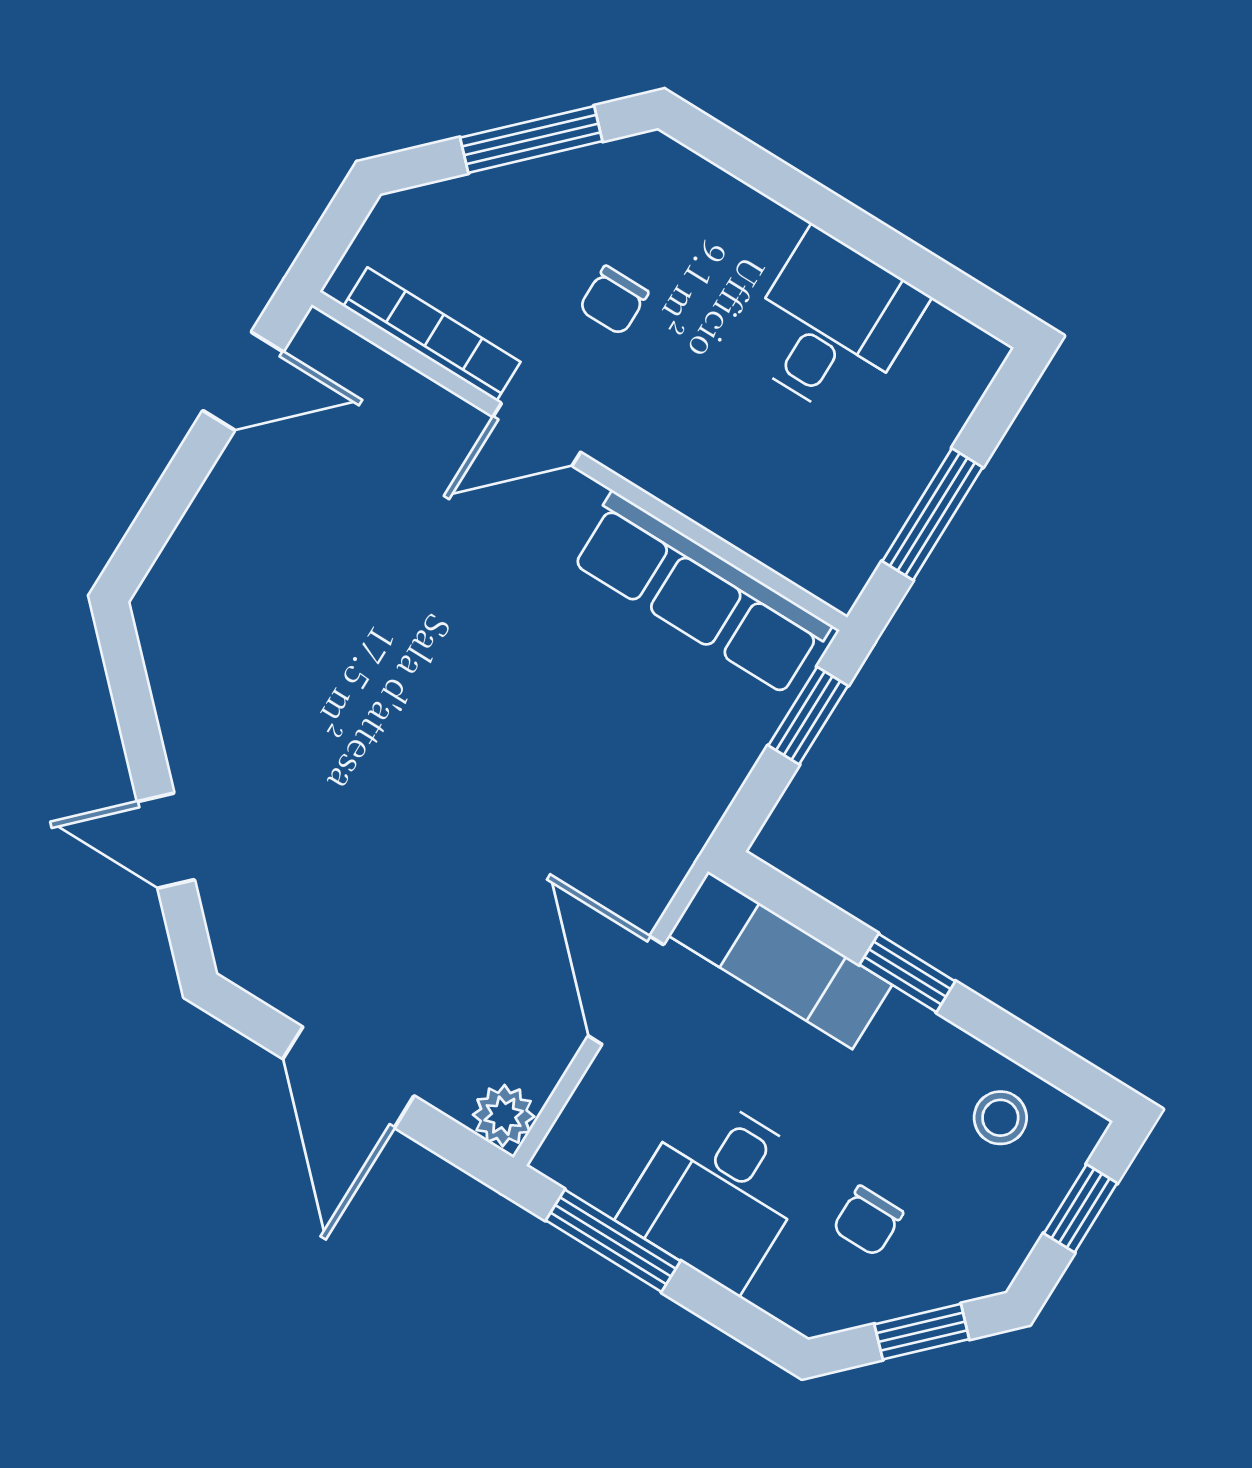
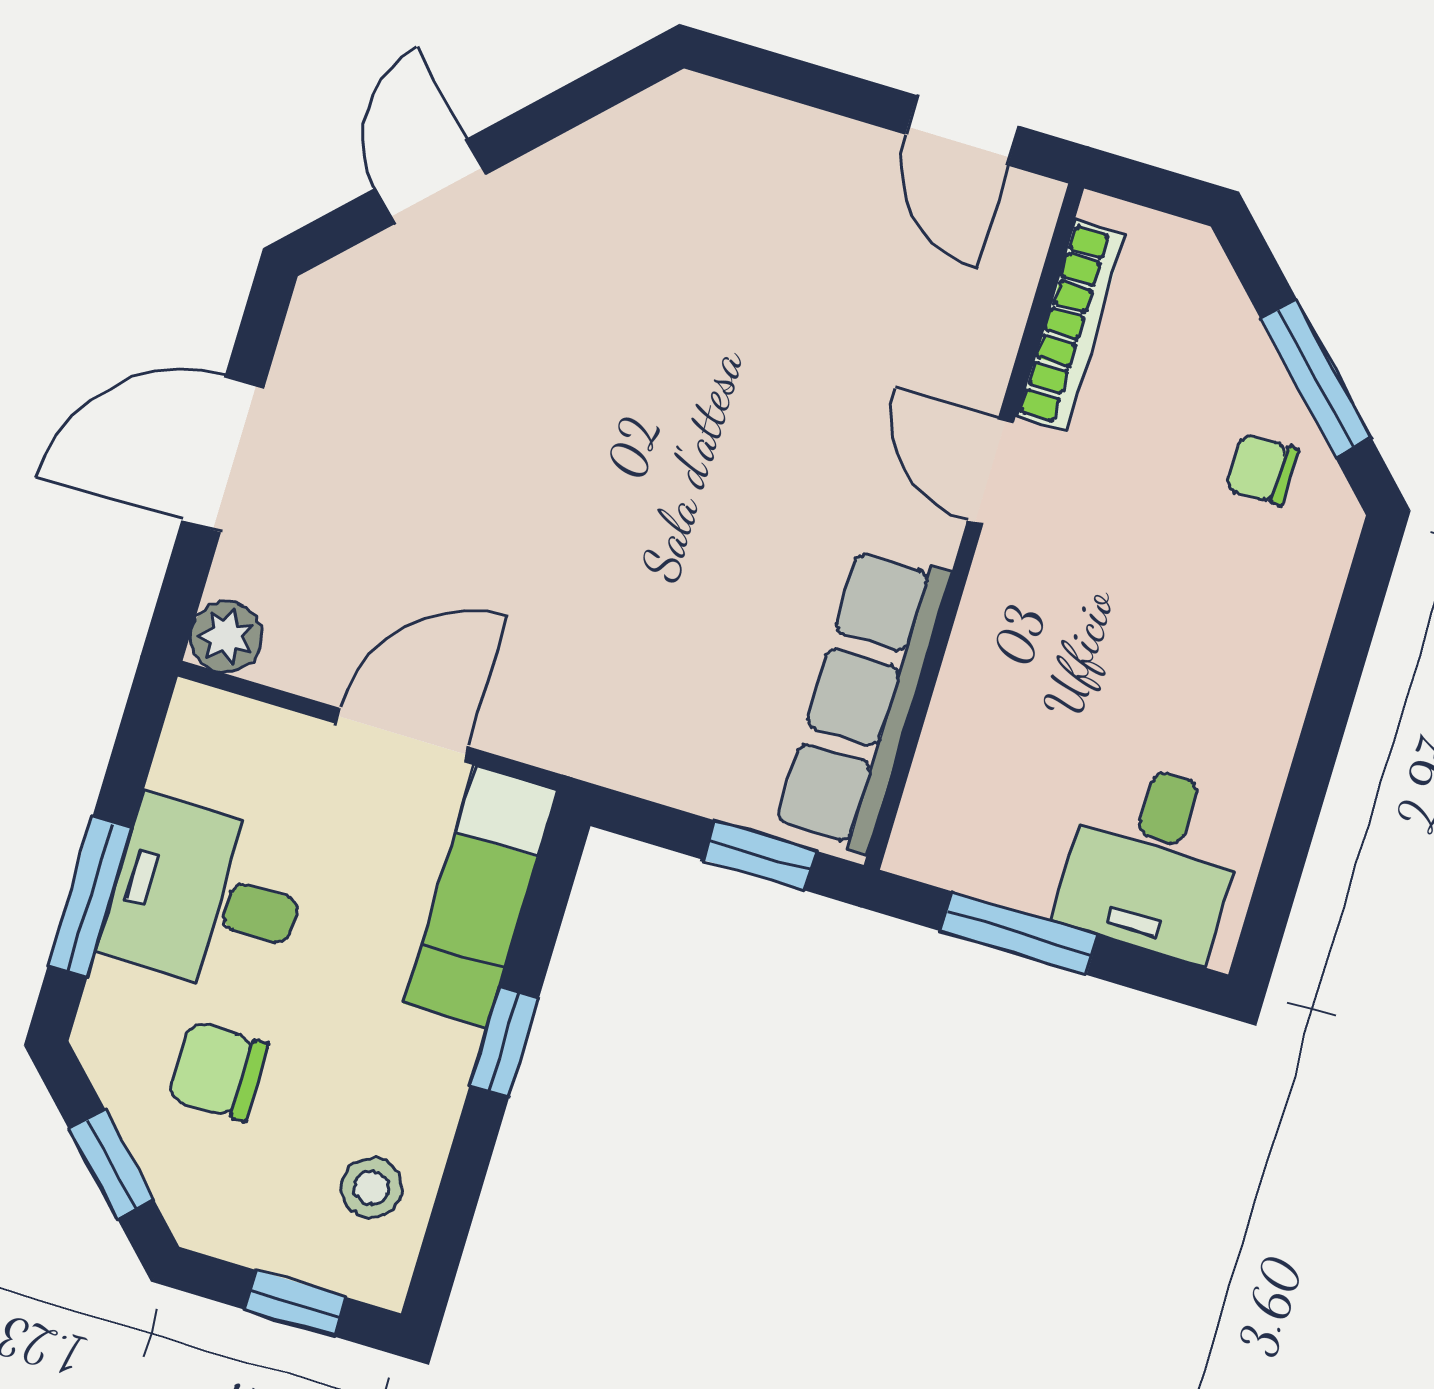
chair: (614, 300) -> (1262, 469), moved
desk: (832, 325) -> (1153, 860), moved, turned 90
chair: (868, 1221) -> (218, 1071), width x1.37, depth x1.37
window: (613, 1241) -> (90, 897), moved

